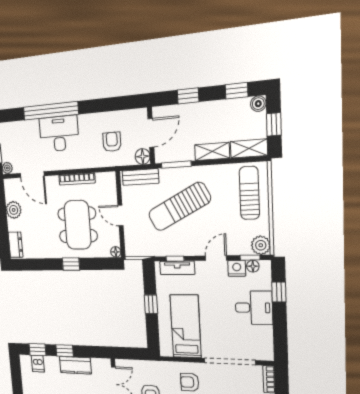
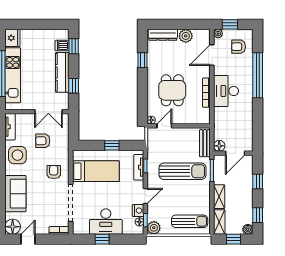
door: (151, 133) -> (235, 153), hinge flipped
desk: (59, 134) -> (226, 91), moved, turned 180
armchair: (112, 142) -> (239, 47), moved, turned 180
sun lounger: (179, 207) -> (183, 171), turned 117
door: (121, 216) -> (164, 126), moved
dining table: (78, 225) -> (172, 90), width x0.73
dresser: (15, 245) -> (163, 35), width x1.44
door: (216, 258) -> (145, 196), hinge flipped
window: (71, 264) -> (143, 60), moved
window: (279, 292) -> (102, 239), moved
desk: (254, 308) -> (106, 222), width x1.37
window: (65, 351) -> (74, 86), moved
kitchen counter: (75, 365) -> (62, 72), width x1.50

